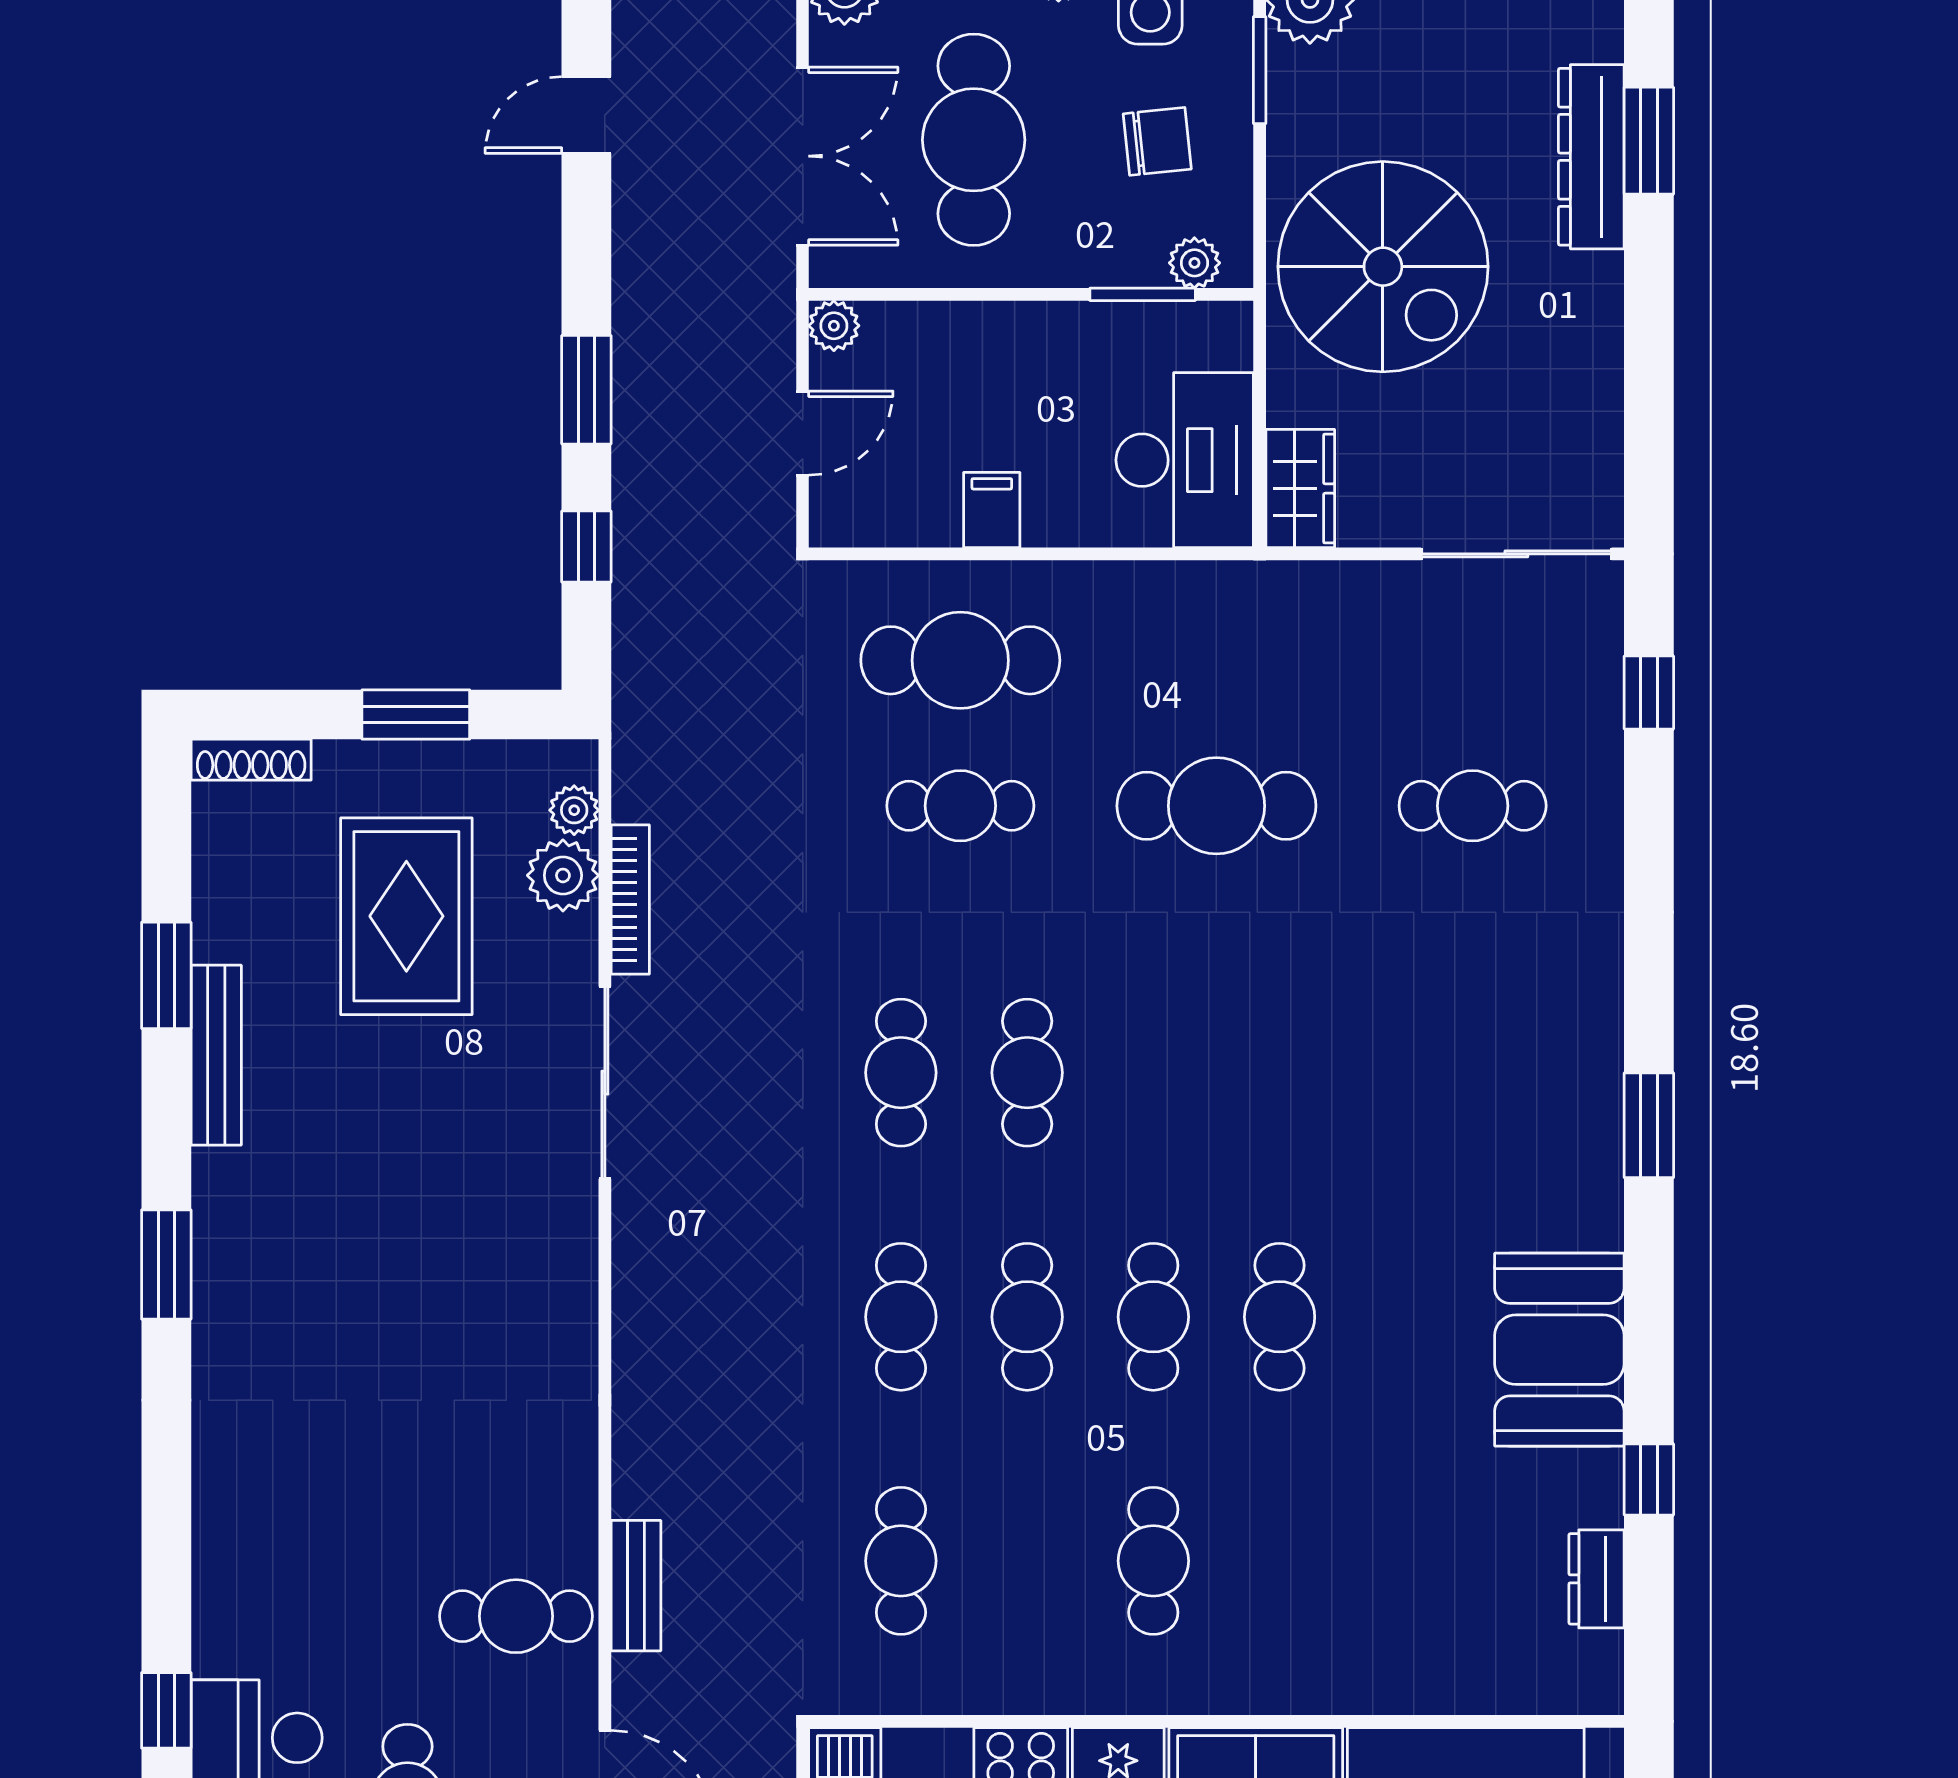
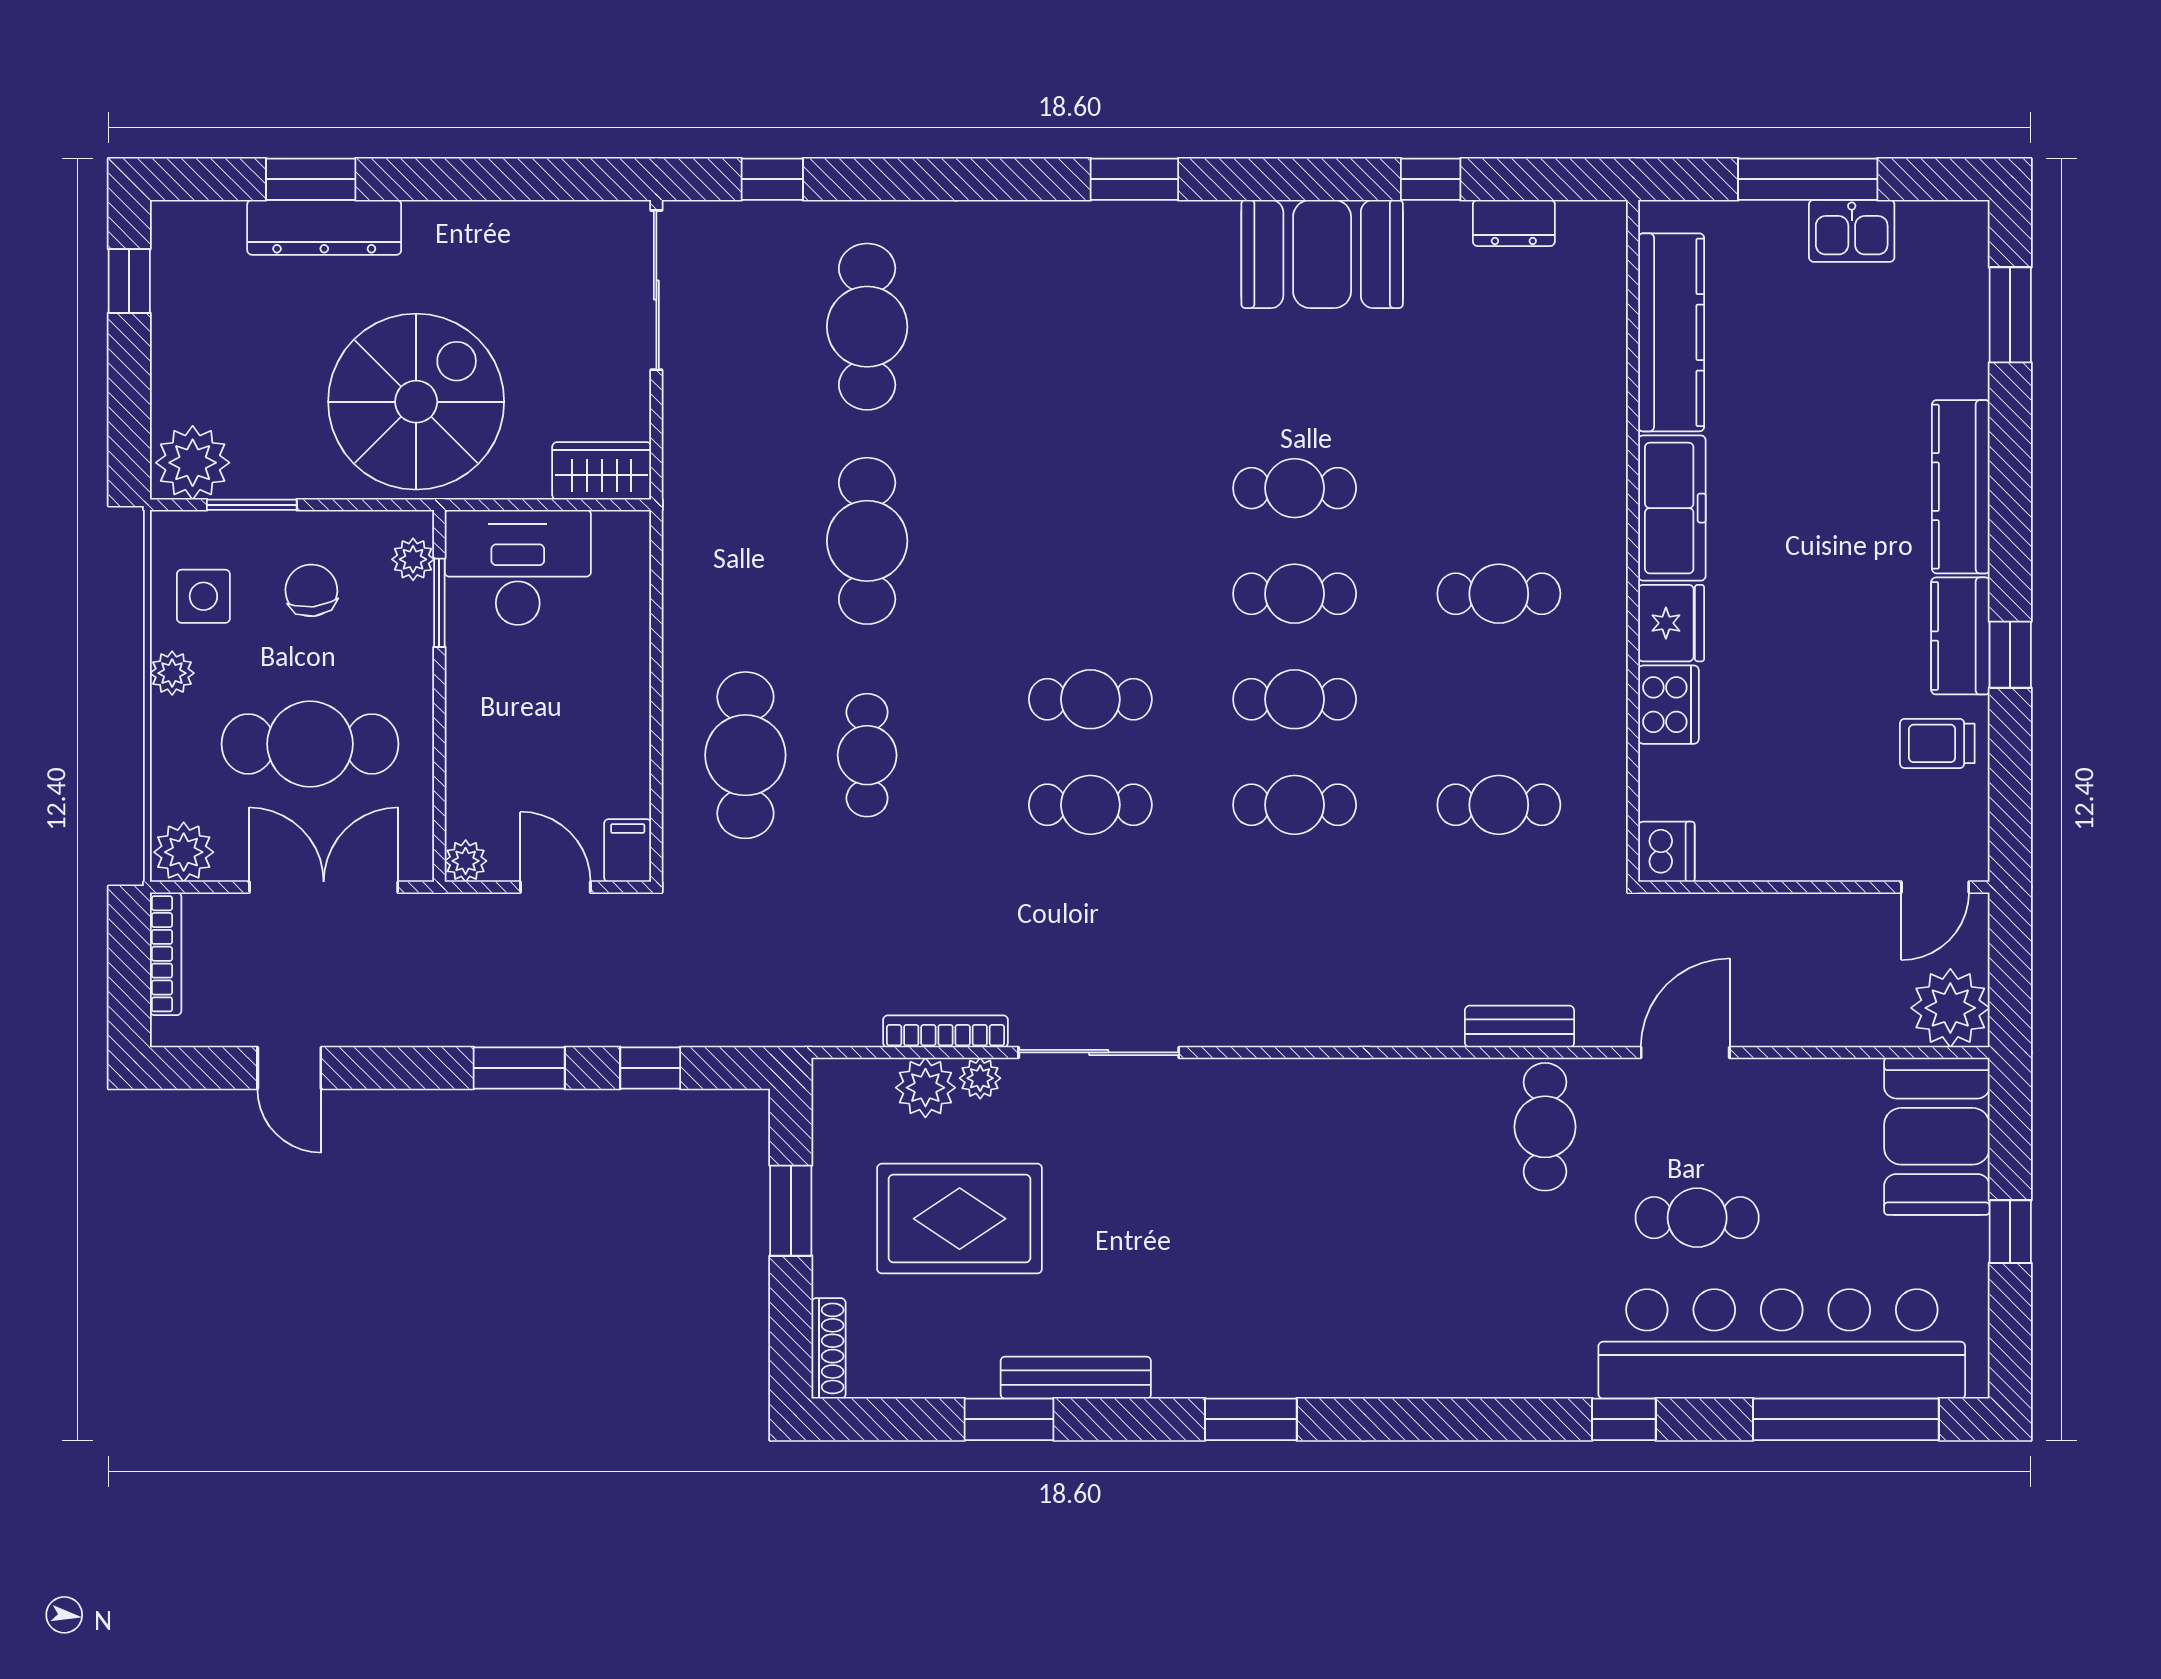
desk: (1185, 460) -> (518, 567), moved
filing cabinet: (992, 510) -> (628, 851), moved, turned 90
cafe table: (1473, 806) -> (867, 327), width x1.37, depth x1.35
plant: (574, 810) -> (980, 1078), moved

